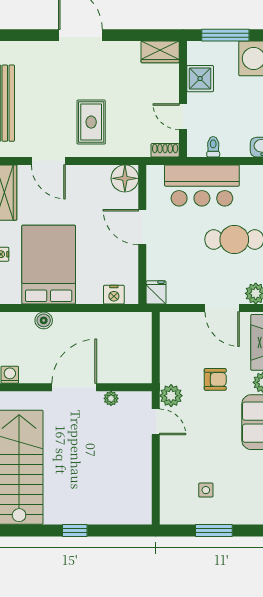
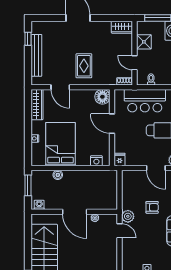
door: (74, 387) -> (75, 212), swing flipped

